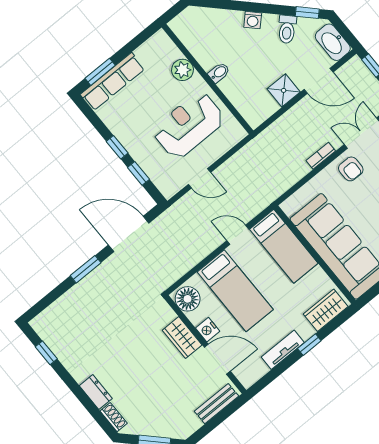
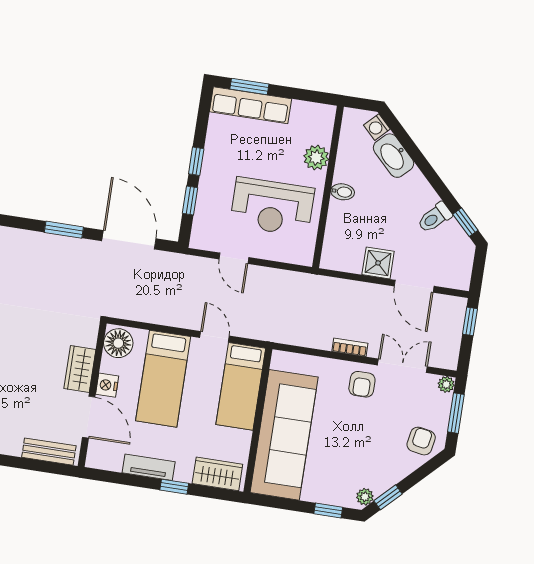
washing machine: (253, 20) -> (377, 127), moved
washbasin: (333, 42) -> (393, 156), moved, turned -45
reception desk: (189, 125) -> (272, 207), turned 180

